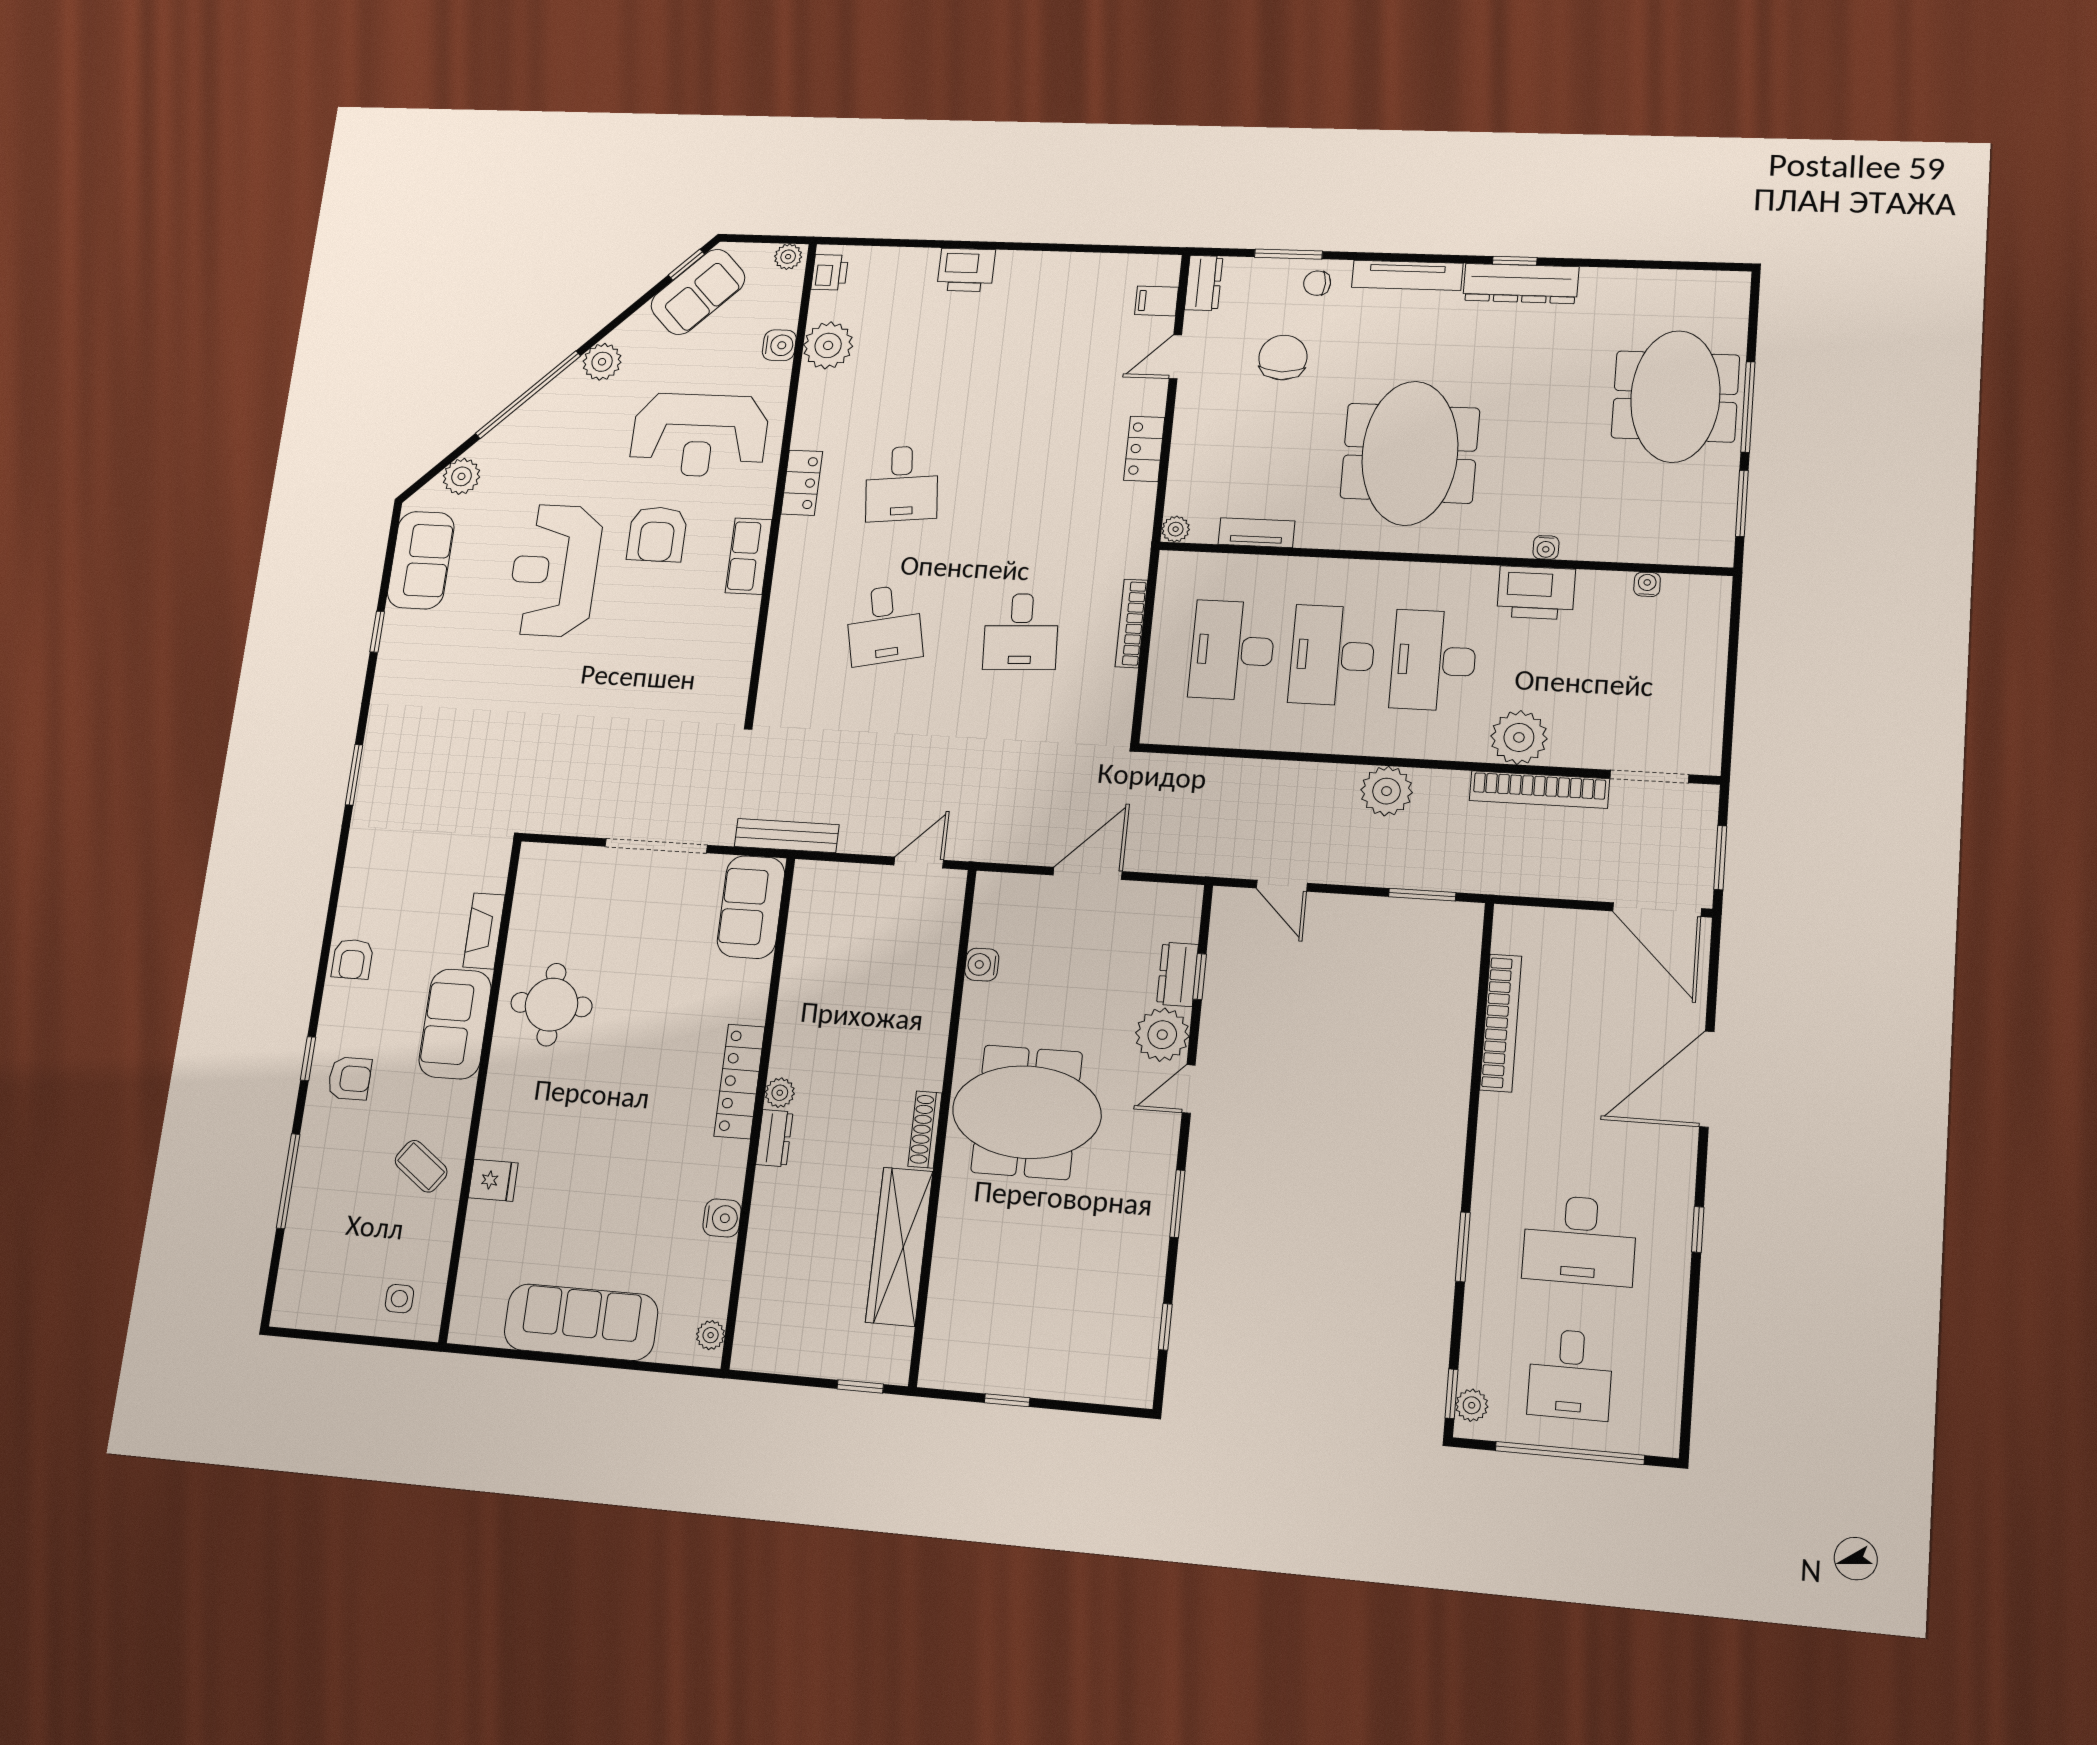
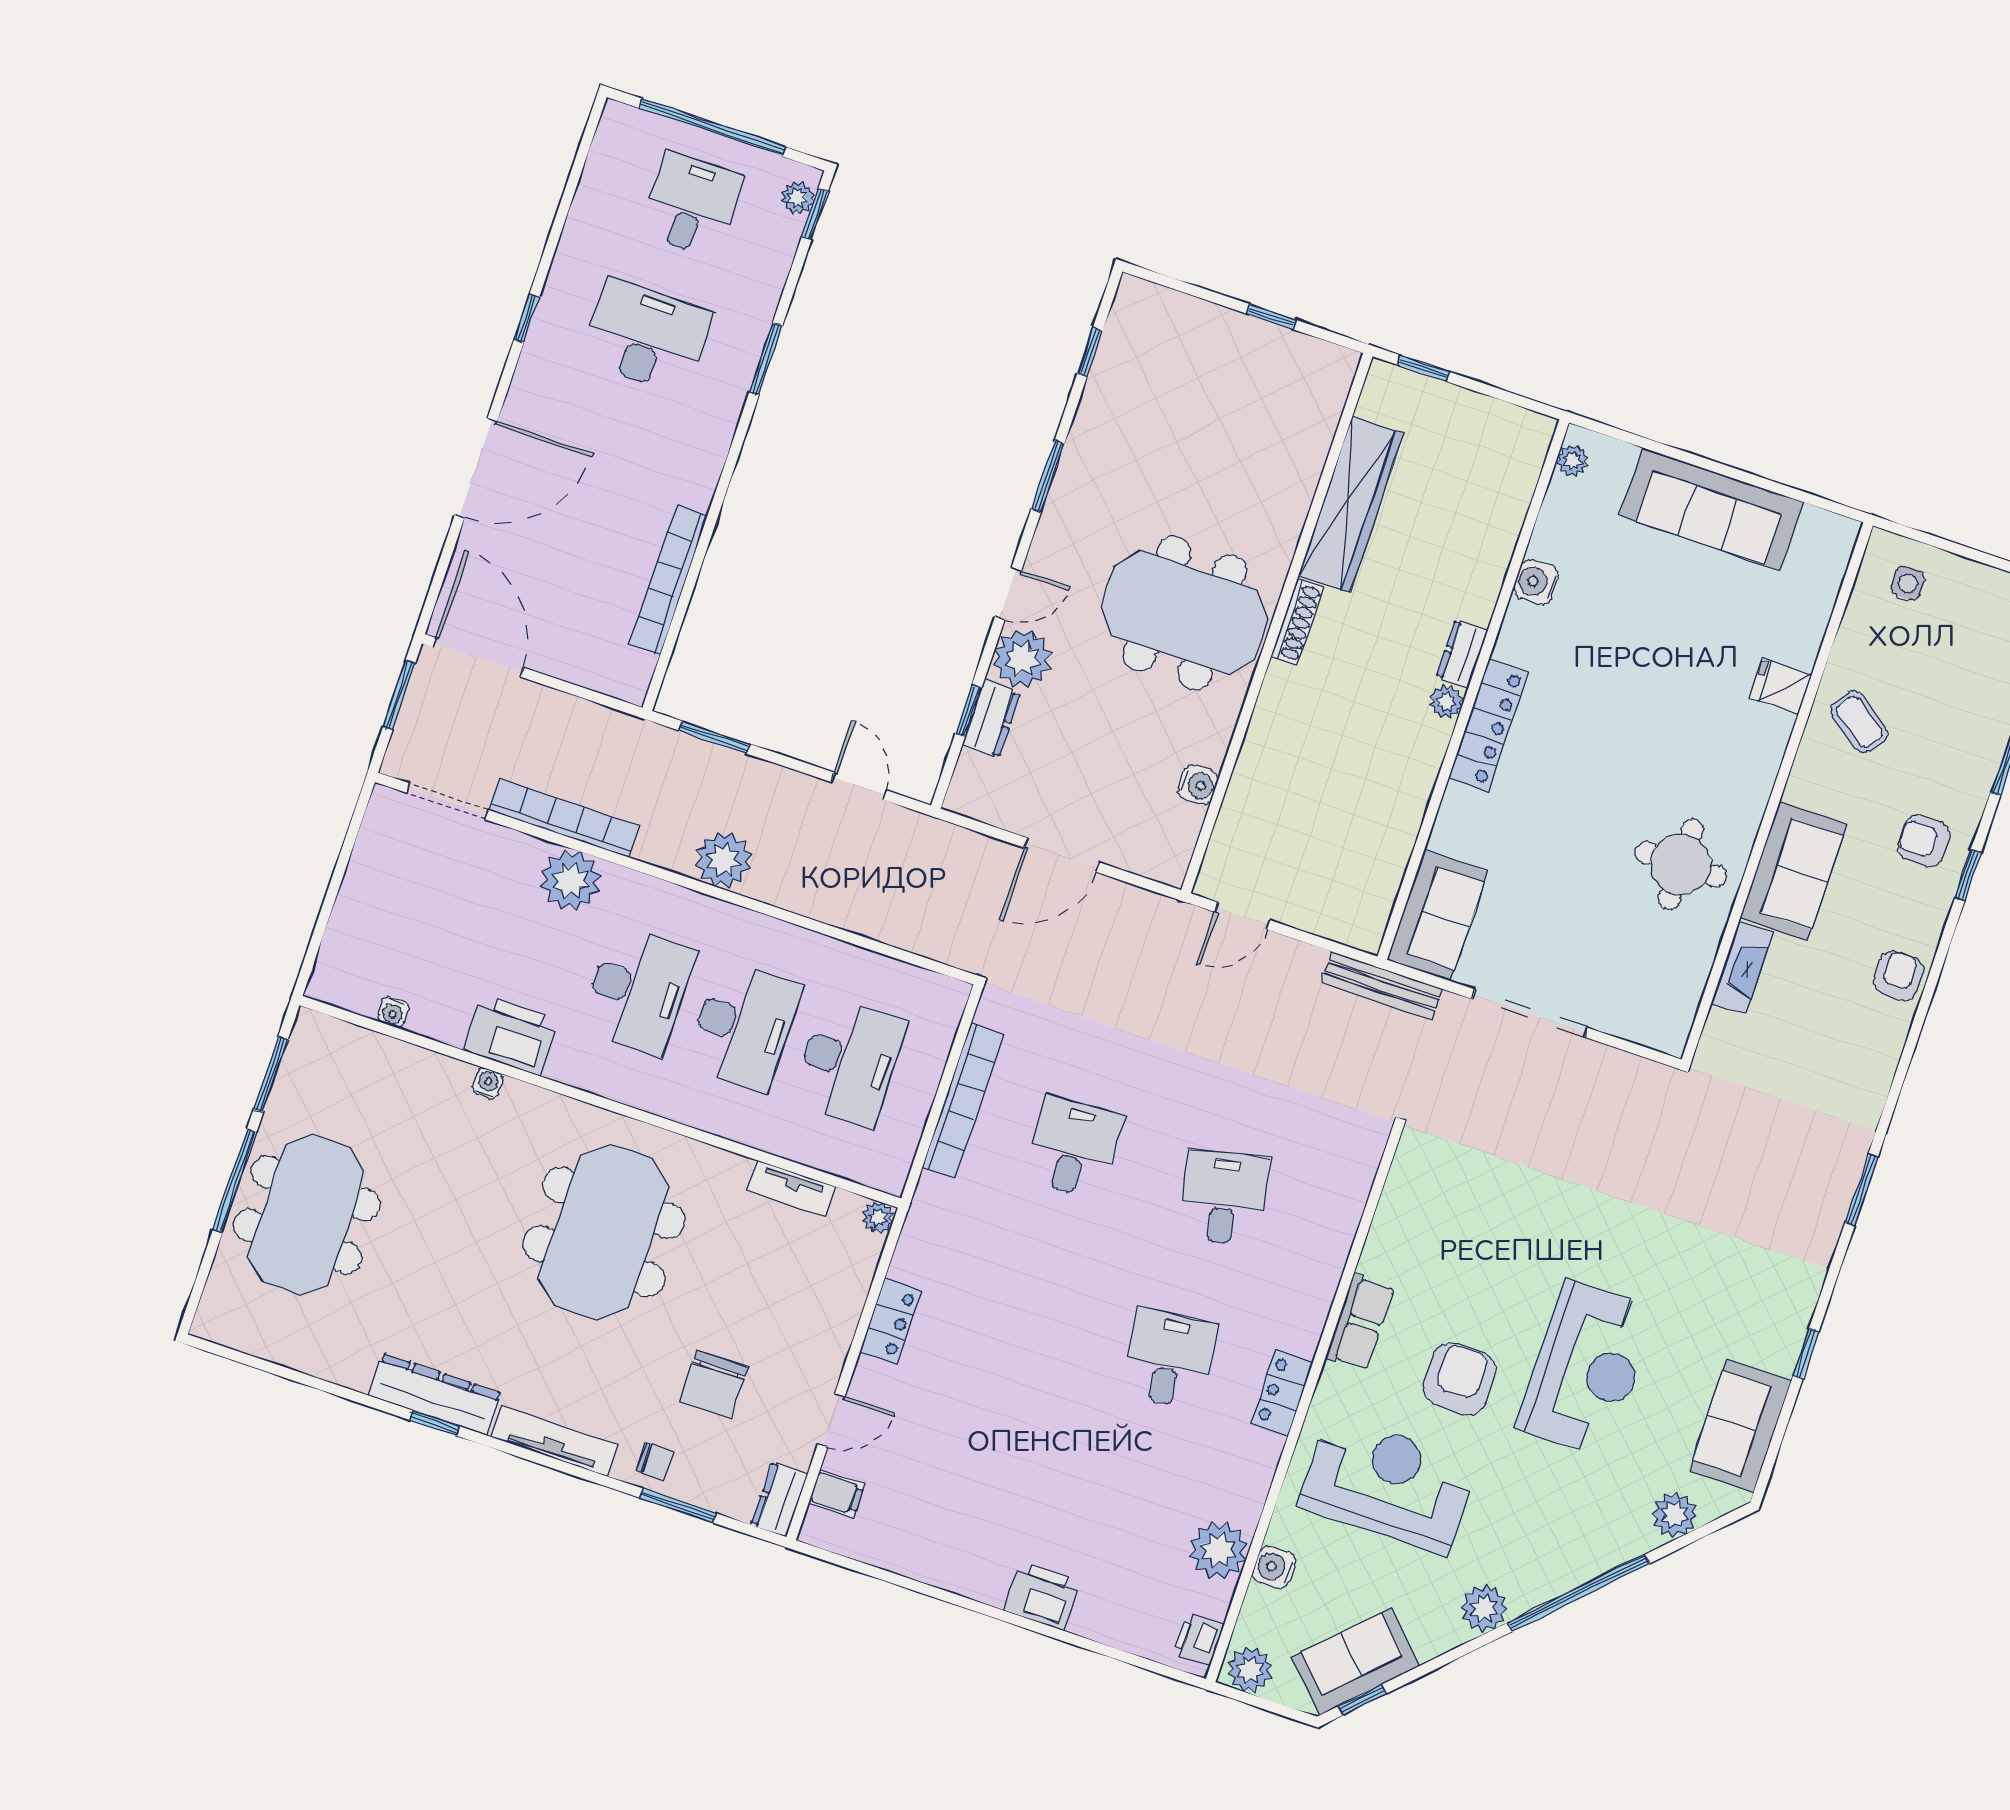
plant: (788, 257) -> (1250, 1670), width x1.38, depth x1.38
bookcase: (1131, 623) -> (963, 1101), width x1.48, depth x1.31

